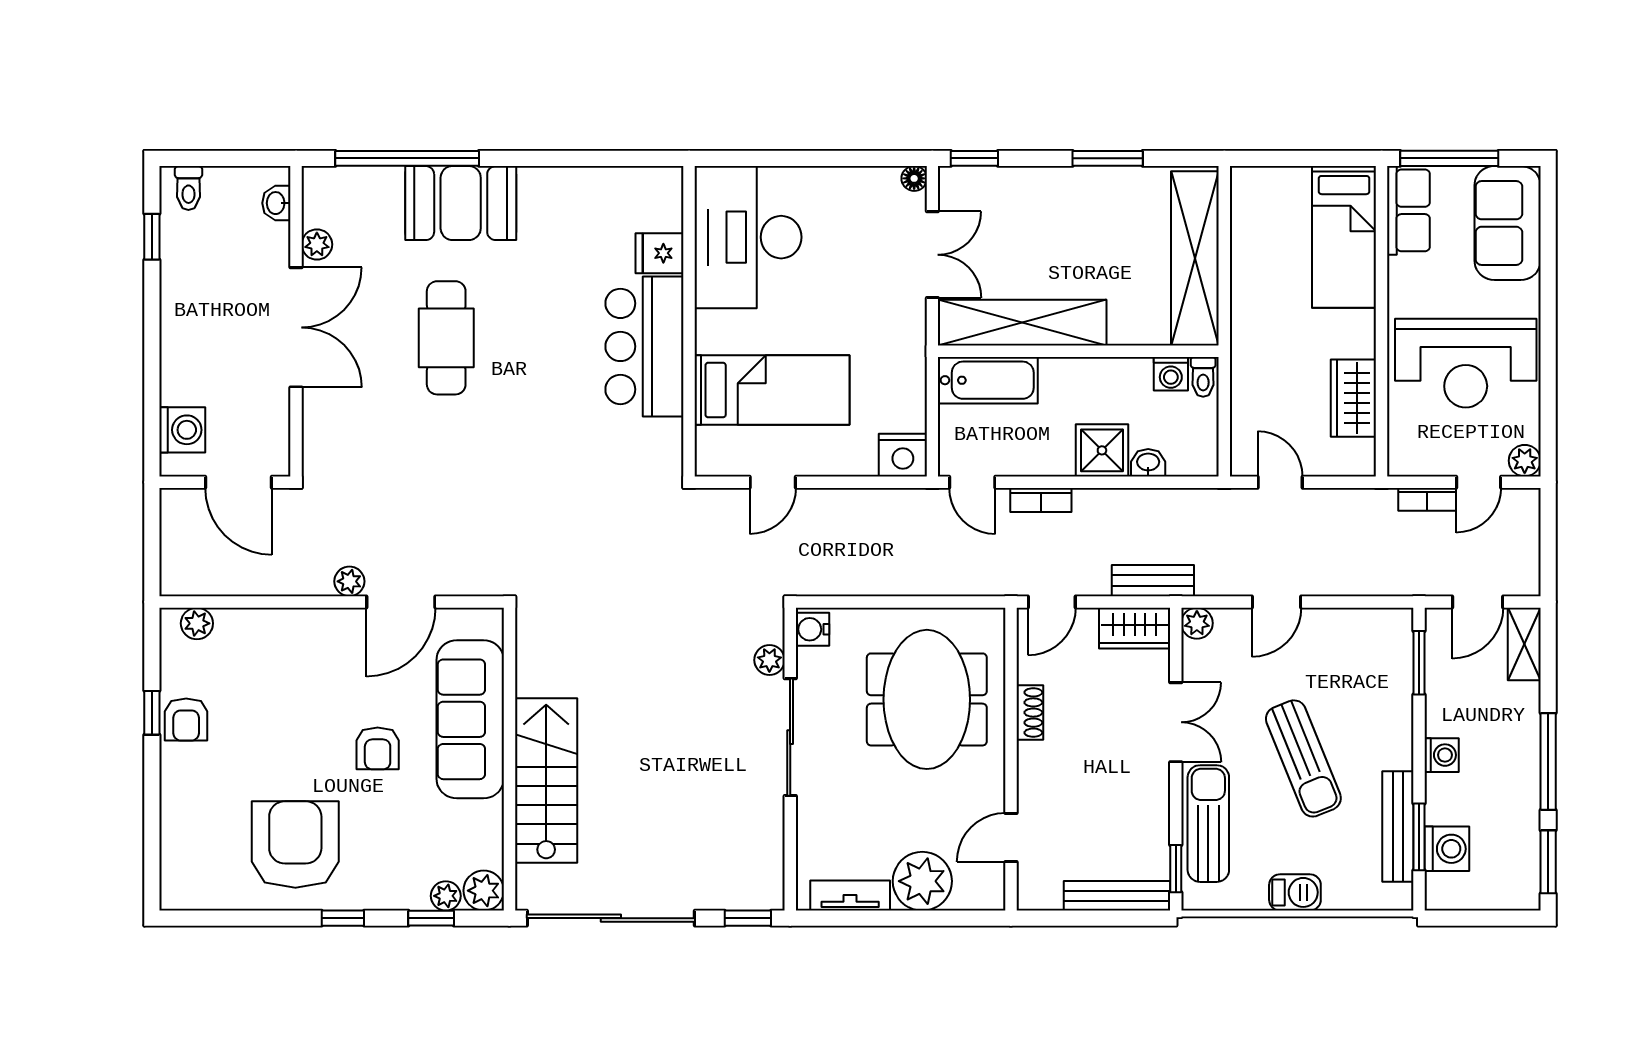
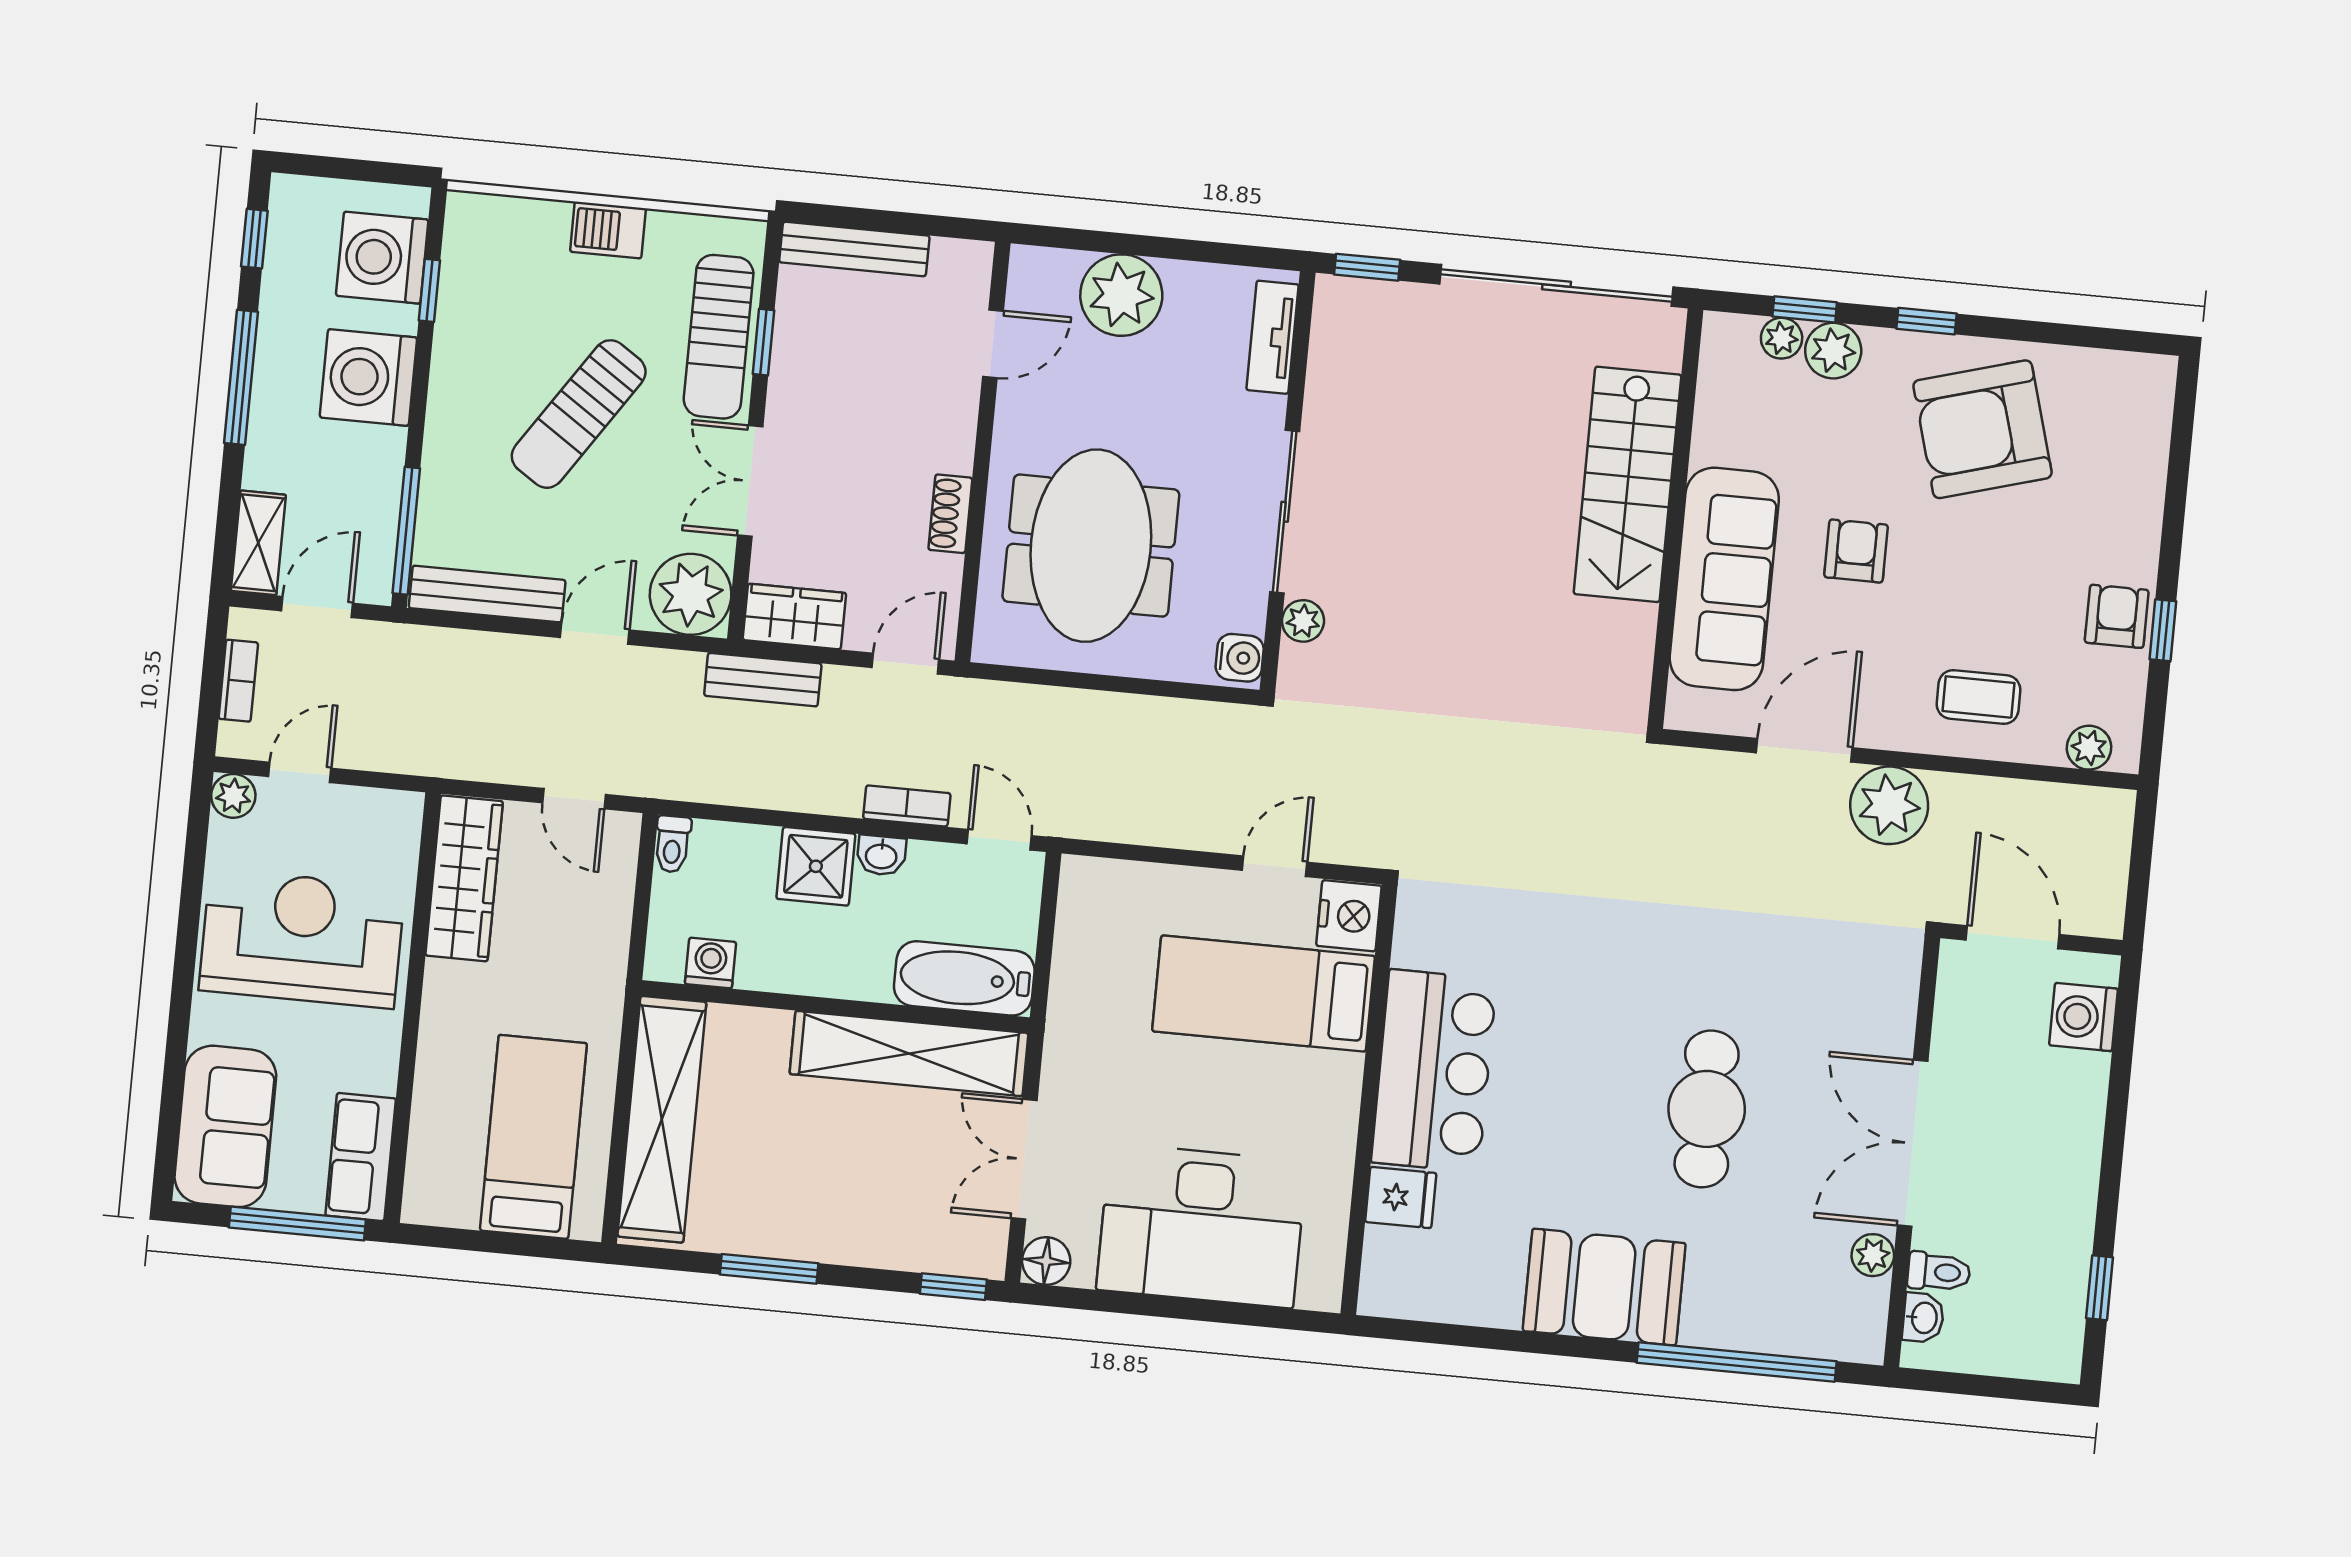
floor lamp: (914, 178) -> (1046, 1261), width x1.37, depth x1.37
toilet: (188, 188) -> (1939, 1272), moved, turned 90
booth: (461, 203) -> (1604, 1287), moved
desk: (748, 237) -> (1201, 1226), moved, turned 90
bed: (1344, 237) -> (533, 1137), moved
toilet: (1203, 377) -> (672, 844), moved, turned 180
wardrobe: (1353, 398) -> (464, 878), width x1.50
nightstand: (903, 455) -> (1349, 916), moved, turned 90
washbasin: (1148, 463) -> (881, 855), moved
bookcase: (1427, 499) -> (238, 681), moved, turned 90
plant: (349, 581) -> (1889, 805), width x1.87, depth x1.87
plant: (1197, 623) -> (691, 594), width x1.88, depth x1.88
coffee table: (280, 652) -> (1979, 697), added
window: (1419, 663) -> (406, 531), width x1.44
washing machine: (1442, 755) -> (368, 377), width x1.89, depth x1.89
sun lounger: (1303, 758) -> (579, 414), turned -124
bench: (1398, 827) -> (487, 594), moved, turned 90
window: (1419, 837) -> (429, 290), width x0.67
armchair: (295, 844) -> (1983, 429), turned 74
washing machine: (1447, 849) -> (382, 258), width x1.37, depth x1.37
window: (1548, 862) -> (254, 239), width x0.67
window: (1176, 869) -> (764, 342), moved
plant: (484, 891) -> (1833, 351), moved
tv unit: (850, 896) -> (1273, 337), moved, turned 90

